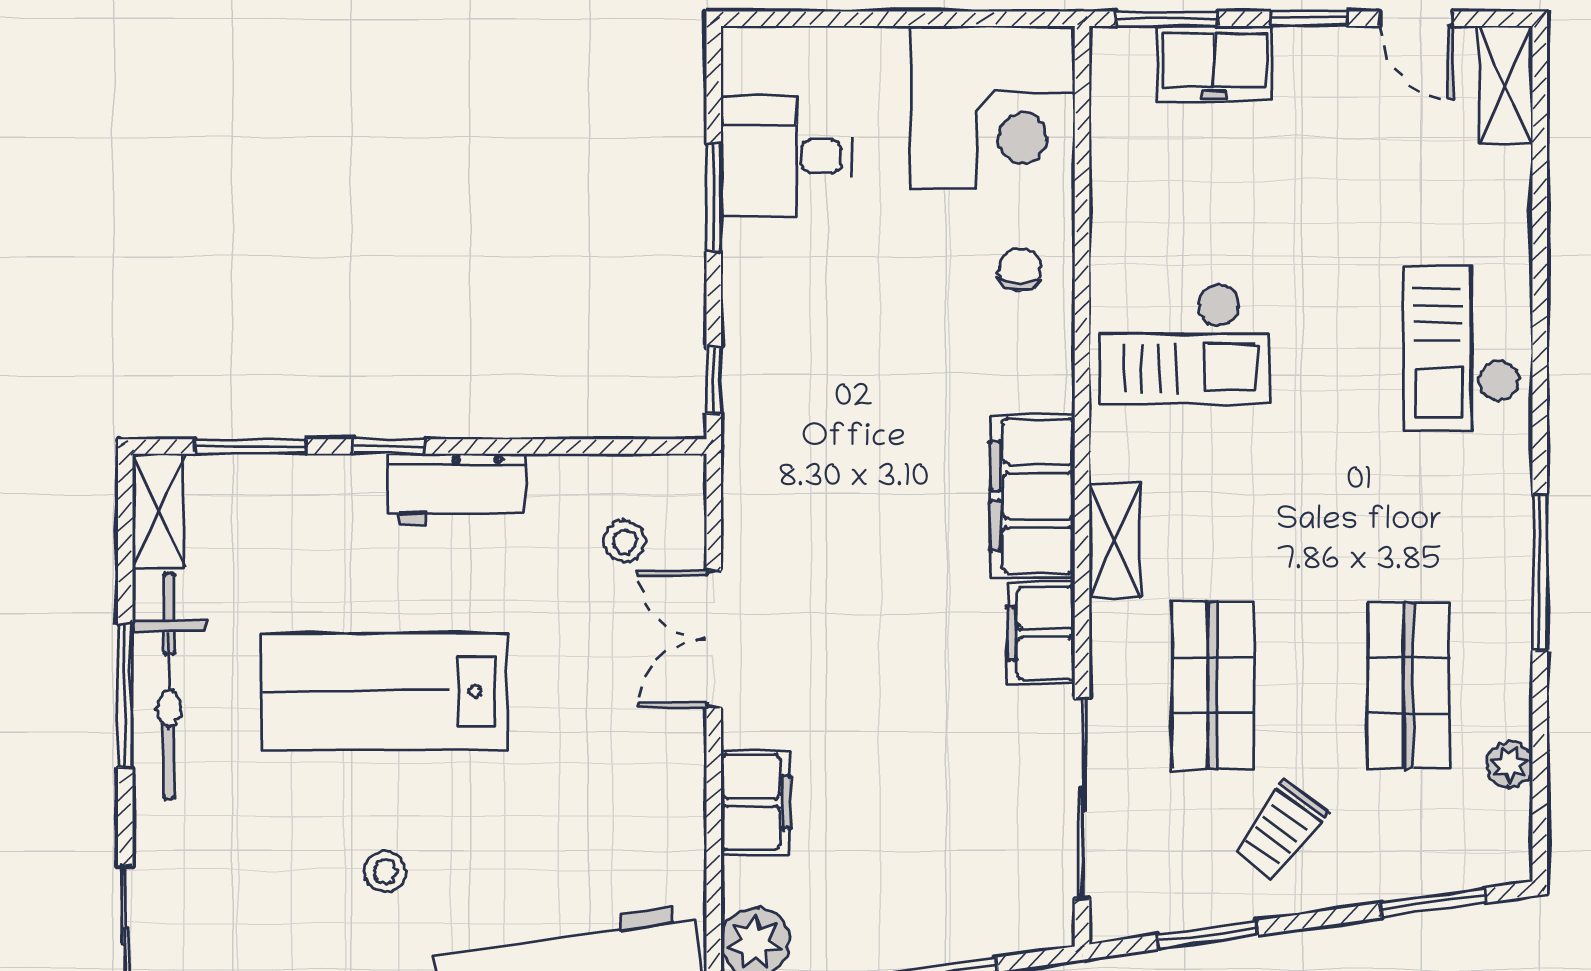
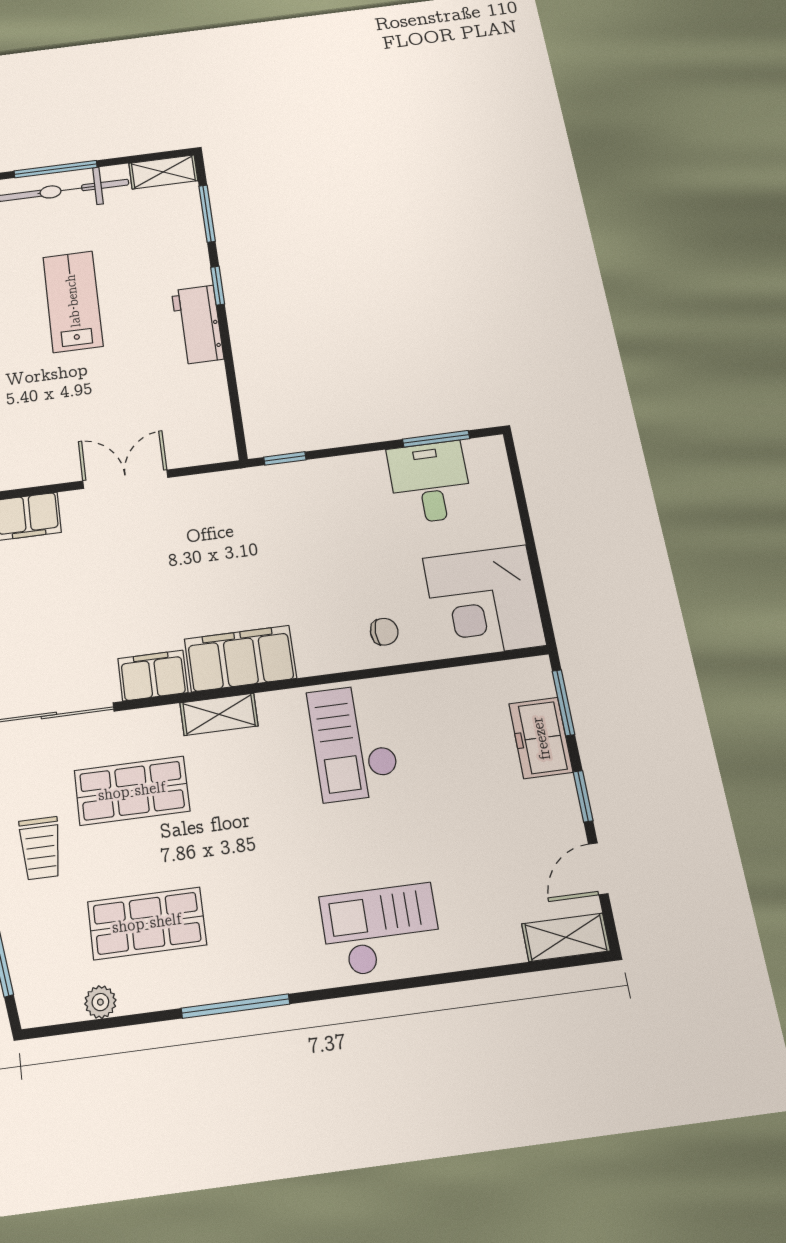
window: (714, 197) -> (436, 439), moved
stool: (624, 541) -> (179, 421), removed
lab bench: (384, 691) -> (73, 301), width x0.73, depth x0.72
trolley: (1280, 830) -> (40, 848), turned -127

